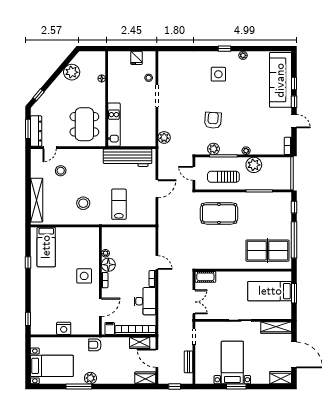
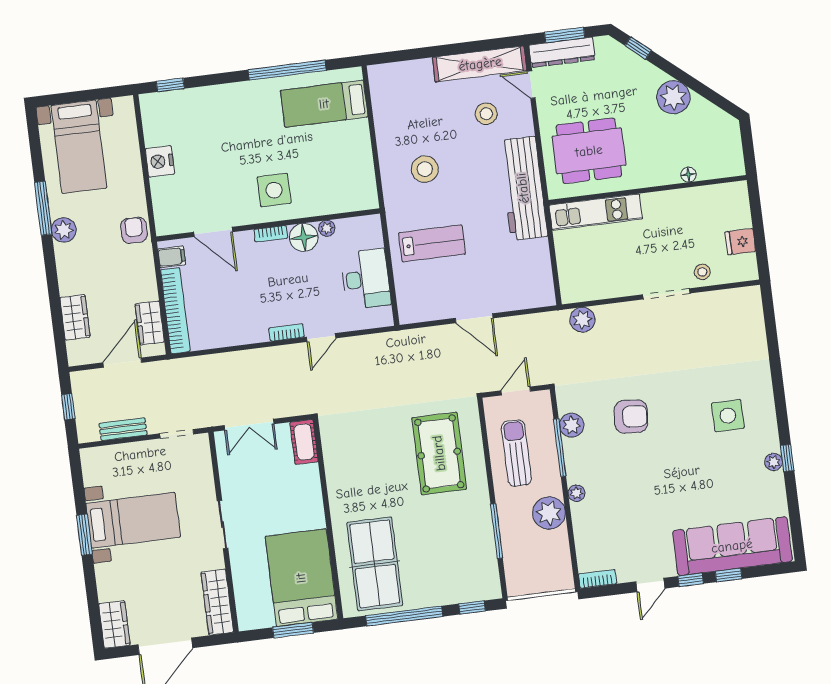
window: (224, 49) -> (787, 458), moved
plant: (72, 72) -> (673, 97), moved
workbench: (128, 158) -> (523, 188), moved
shelving: (37, 200) -> (480, 64), moved
window: (28, 263) -> (287, 70), width x3.17
bed: (270, 291) -> (301, 578), width x1.50
desk: (145, 301) -> (366, 279), moved, turned -90
wardrobe: (145, 378) -> (75, 317), moved

